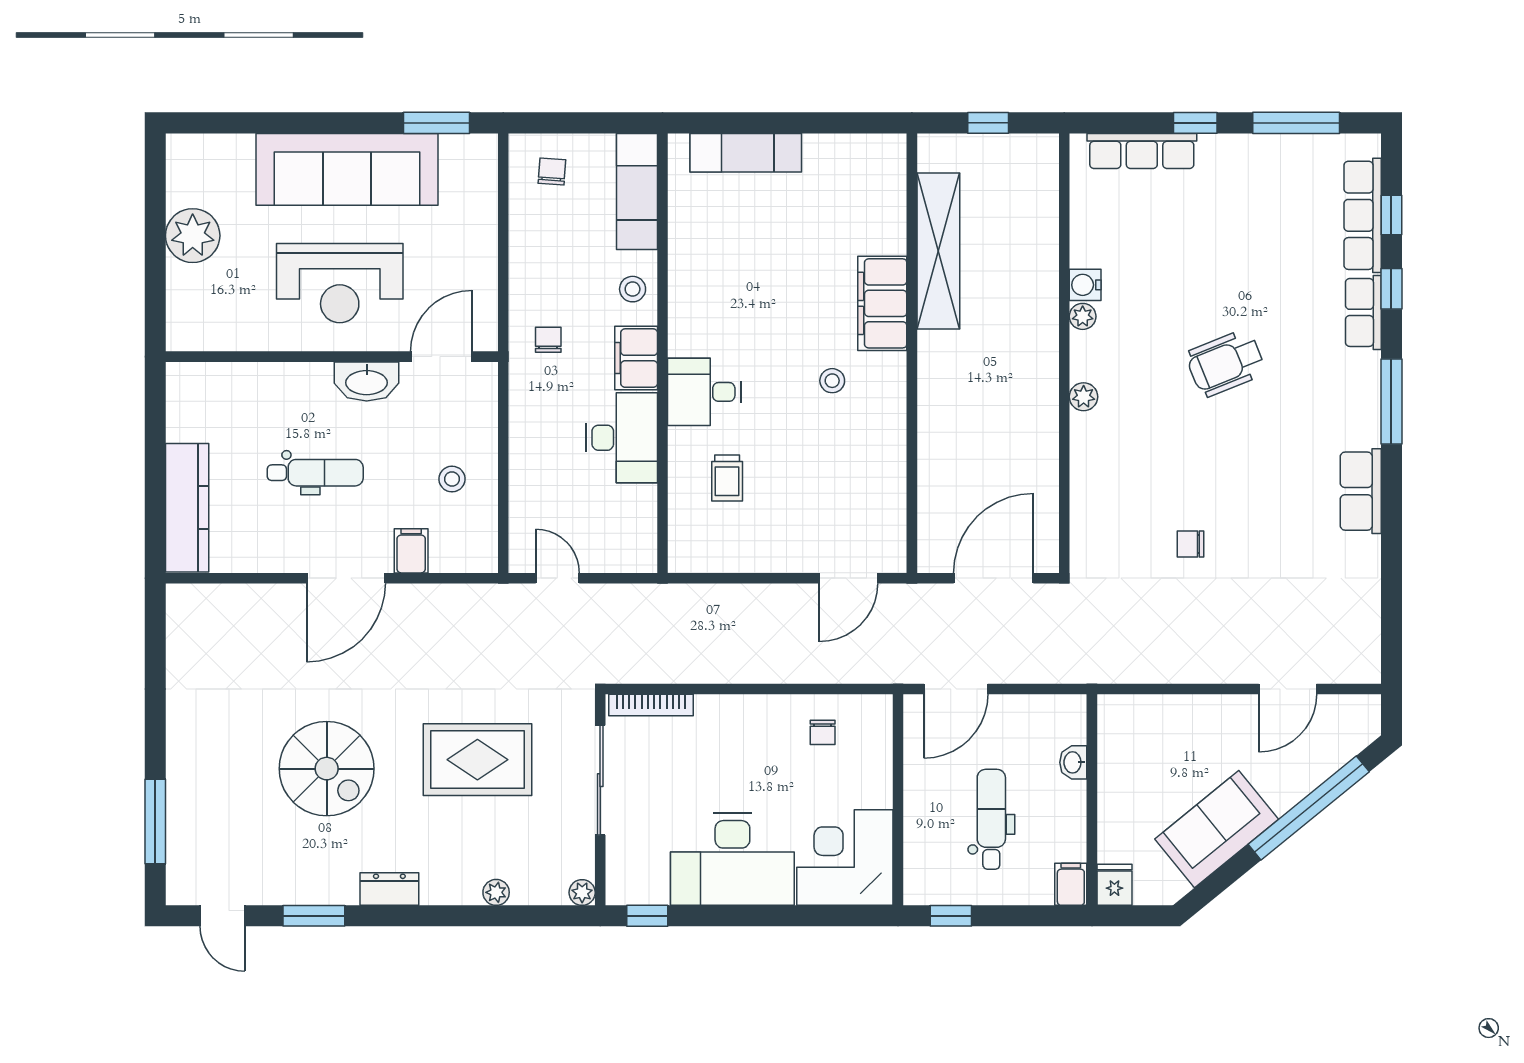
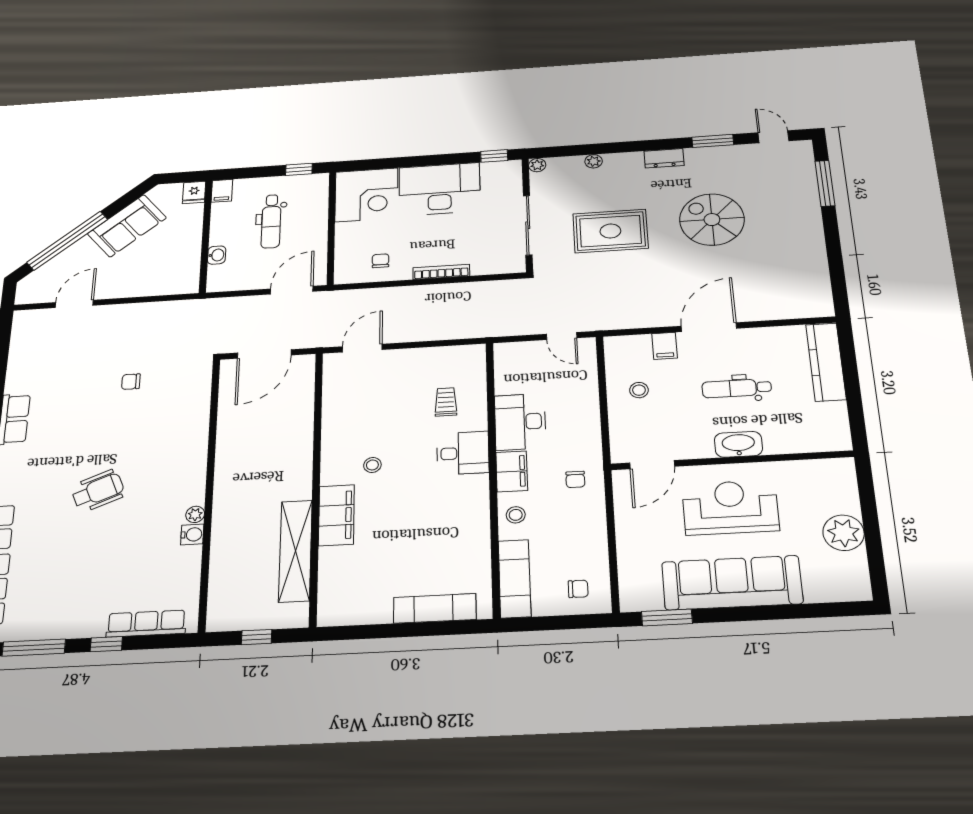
chair: (552, 171) -> (578, 589), turned -94
washbasin: (367, 381) -> (738, 444), moved
plant: (1084, 397) -> (197, 465), removed
chair: (1191, 544) -> (131, 382), turned 180
bookcase: (651, 705) -> (441, 272), moved

